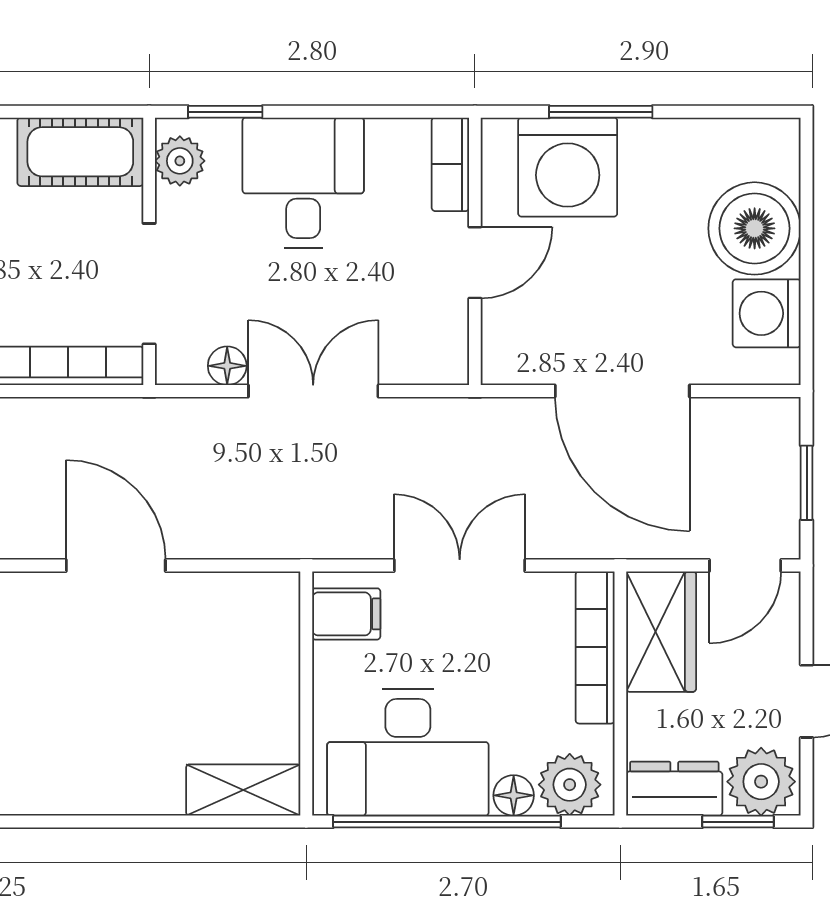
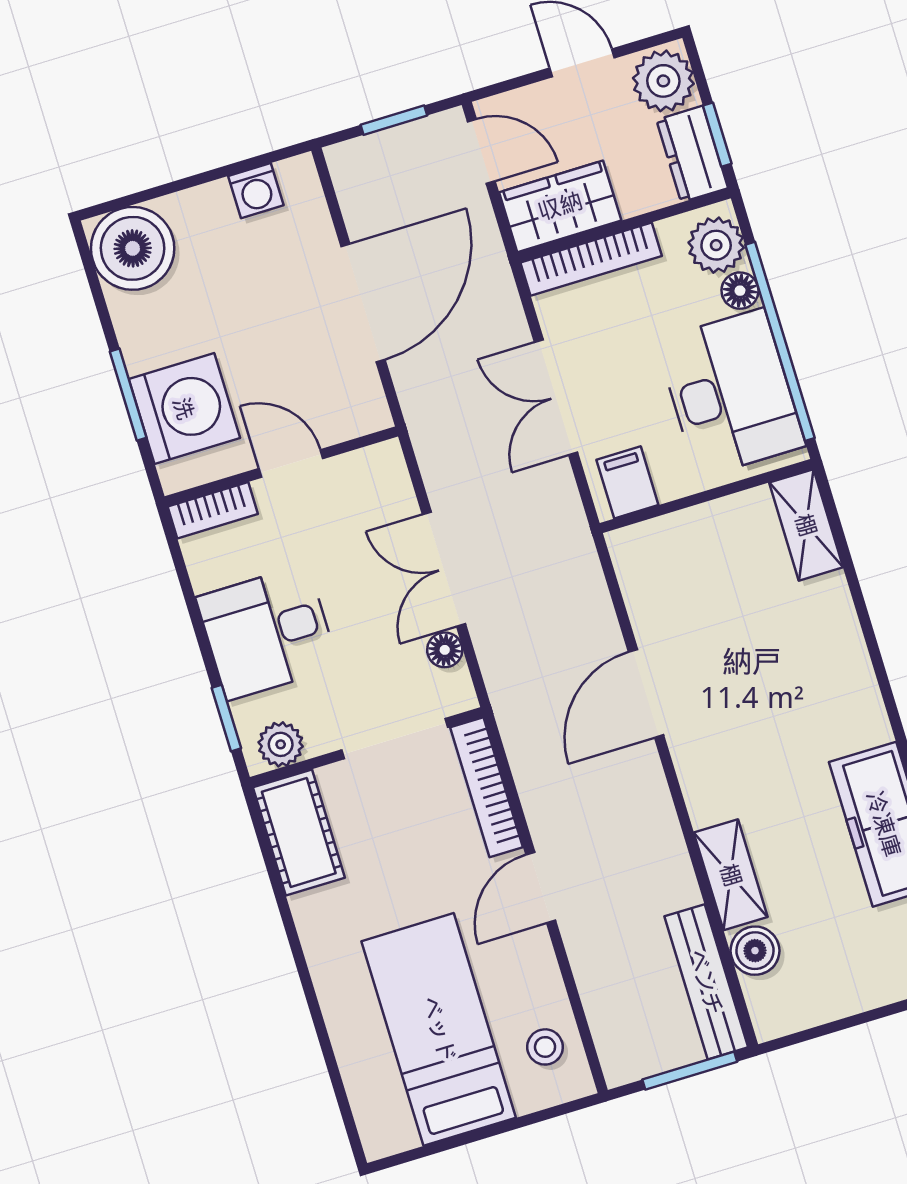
boiler: (755, 228) -> (133, 248), moved
washing machine: (767, 313) -> (256, 191), width x0.73, depth x0.73
window: (738, 822) -> (717, 135), moved

